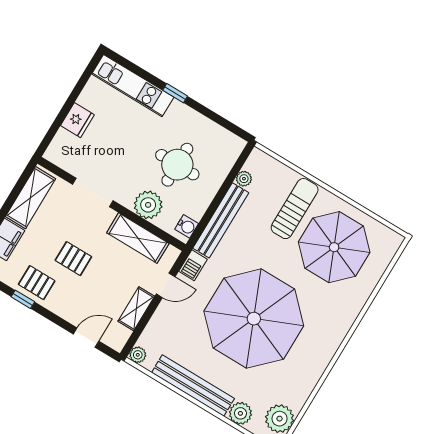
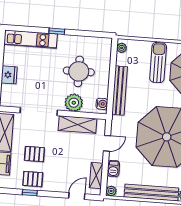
plant: (244, 179) -> (122, 48), moved
doorway: (93, 193) -> (39, 112), width x1.36
pallet: (73, 259) -> (34, 154), moved
barbecue: (193, 265) -> (113, 169), moved
shelving: (136, 309) -> (96, 175), moved

